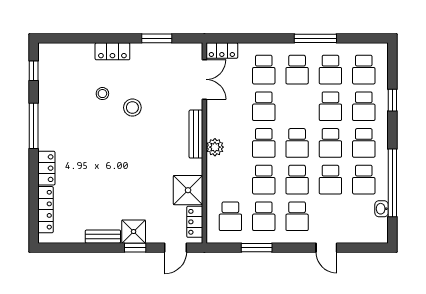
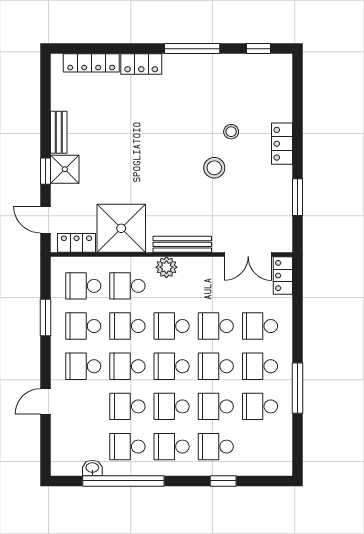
school desk: (364, 70) -> (216, 366), moved
school desk: (230, 180) -> (127, 286), added
shower: (188, 190) -> (121, 228), width x1.37, depth x1.37

